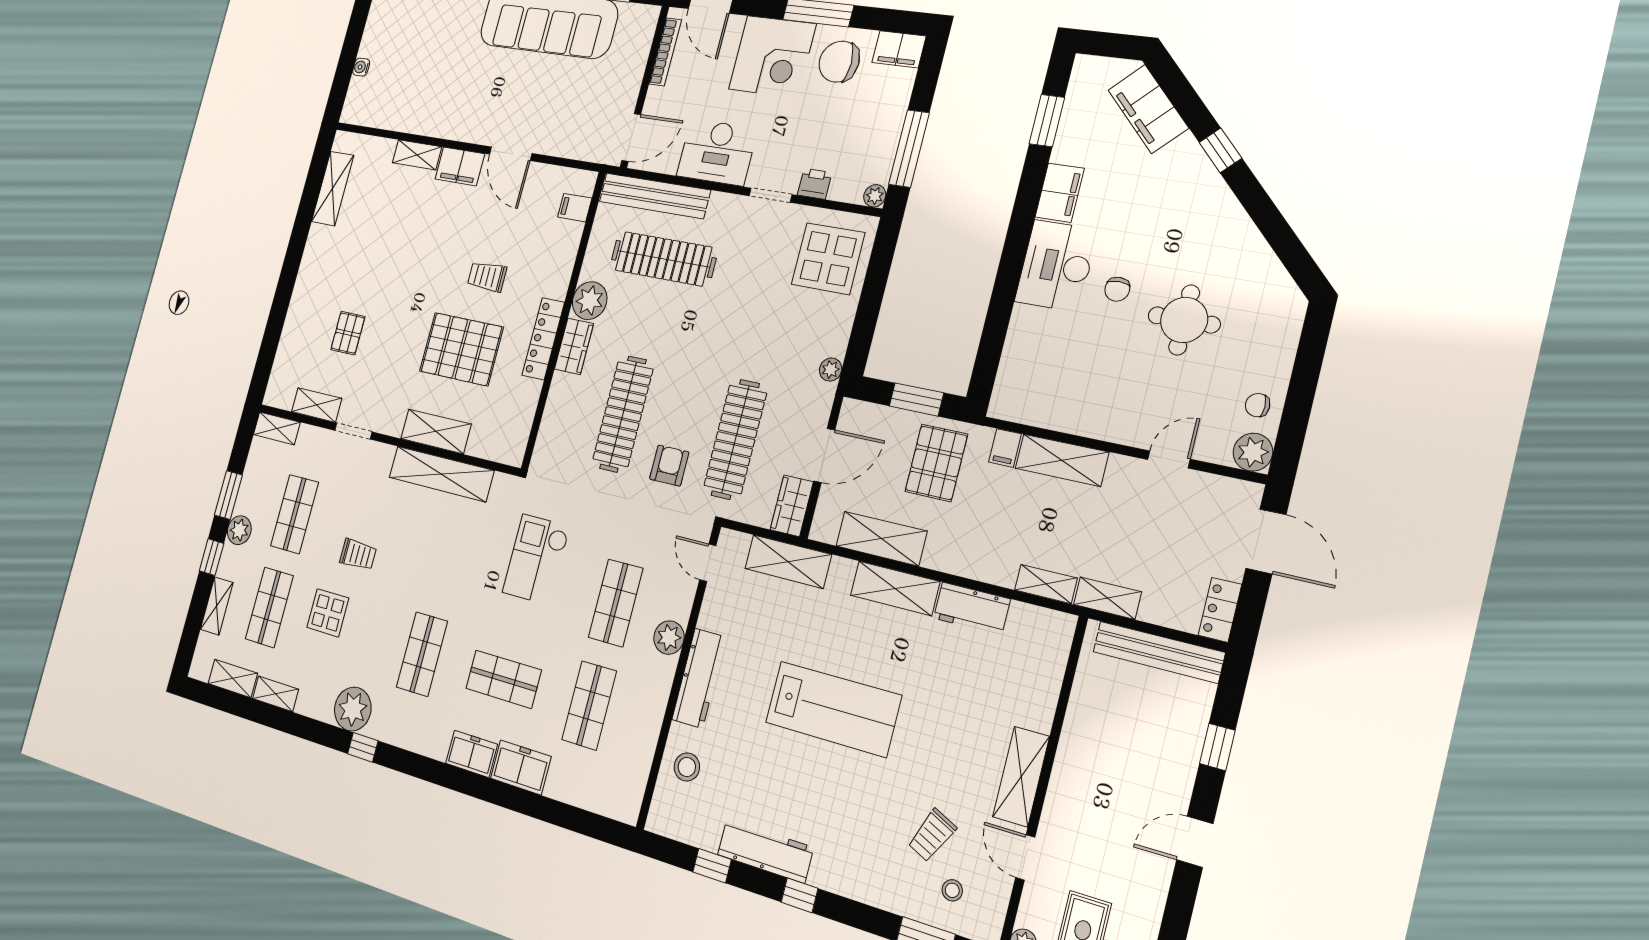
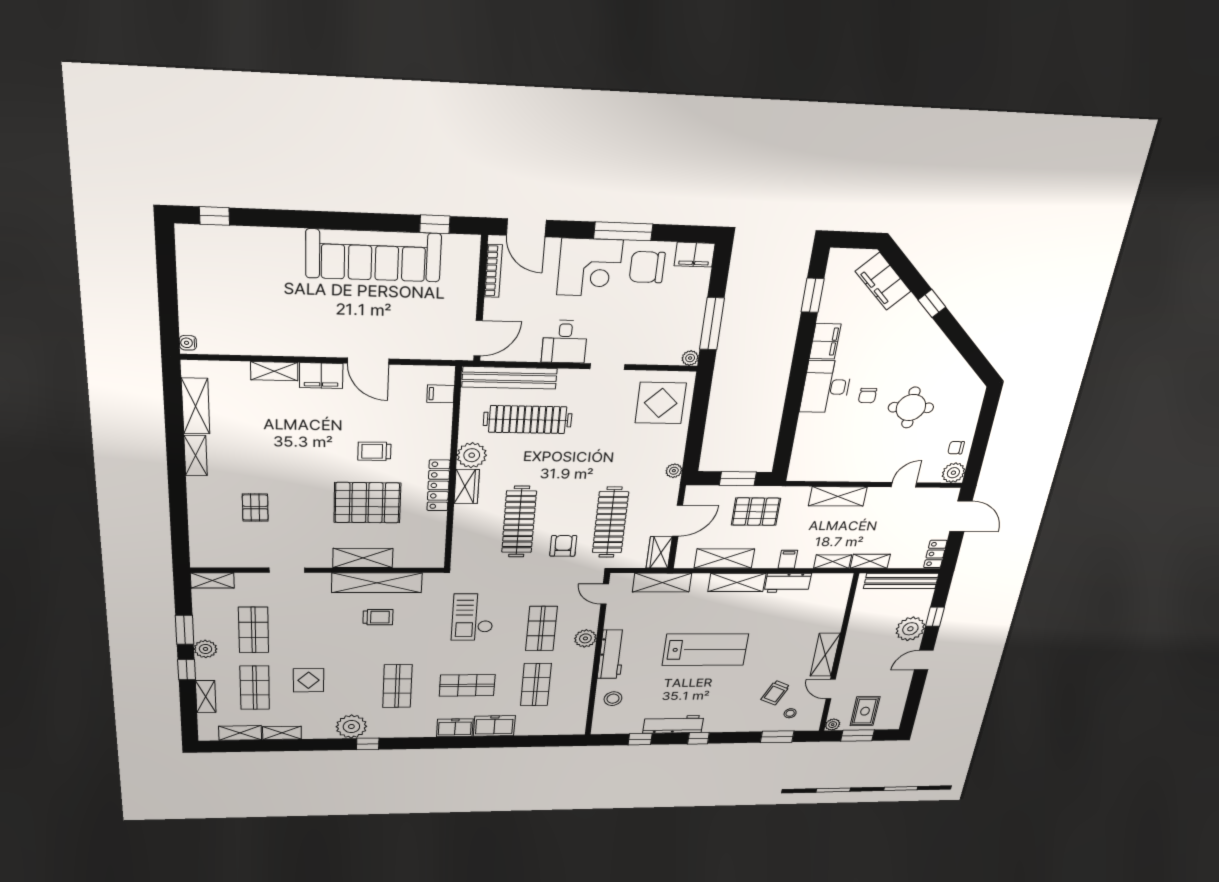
water cooler: (361, 67) -> (188, 343), moved
desk: (717, 152) -> (565, 342), width x0.73
printer: (815, 184) -> (642, 355), removed
shelving: (317, 405) -> (196, 455), moved, turned 90
filing cabinet: (1005, 448) -> (788, 559), moved, turned 180
pallet: (936, 463) -> (756, 512), turned 90
trolley: (358, 554) -> (378, 617), moved
plant: (1172, 762) -> (910, 629), added

